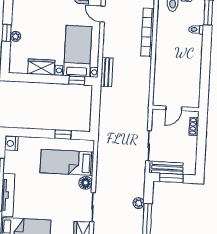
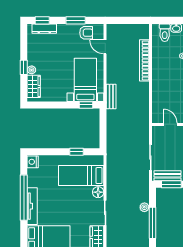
wardrobe: (41, 67) -> (34, 86), moved, turned 90
door: (174, 108) -> (170, 124), swing flipped

